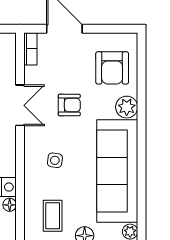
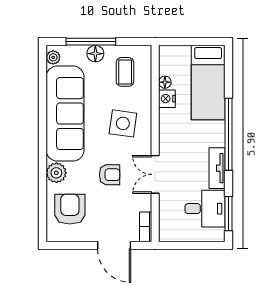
armchair: (69, 105) -> (110, 175), turned 180
side table: (55, 160) -> (123, 123), width x1.87, depth x1.87

